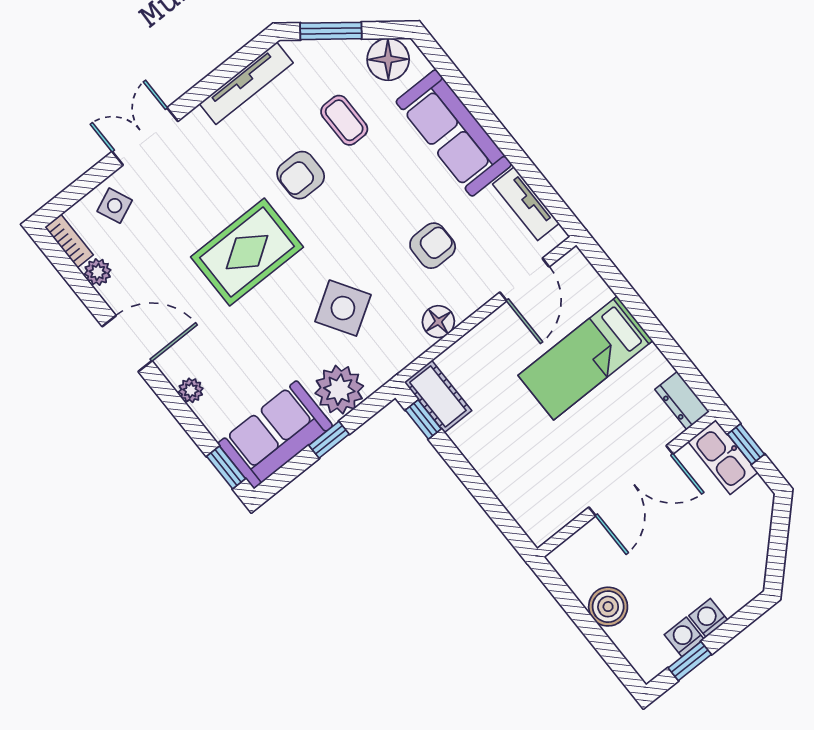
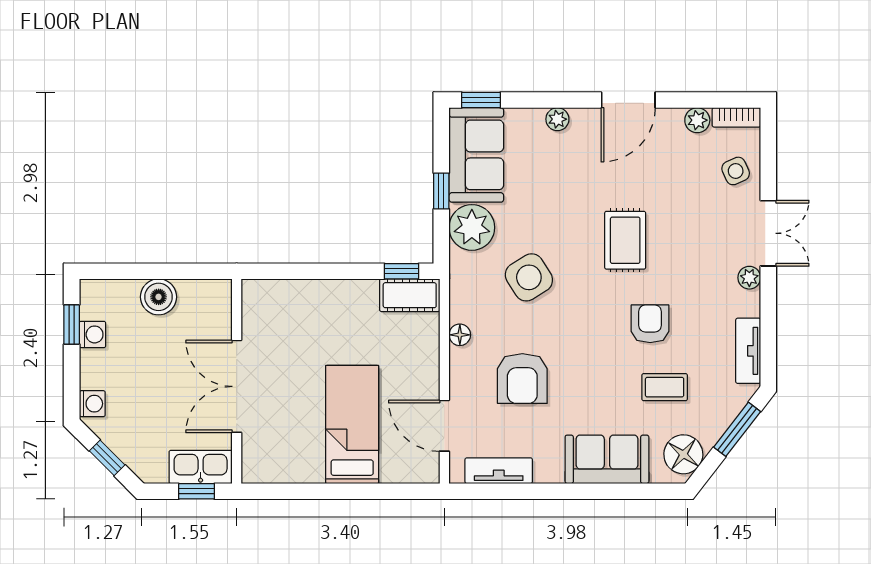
tv unit: (246, 83) -> (748, 351), width x0.71
plant: (195, 123) -> (749, 278), added
sofa: (454, 133) -> (607, 459), width x0.73
armchair: (433, 246) -> (522, 379), width x1.38, depth x1.38
rug: (247, 252) -> (625, 240), width x0.73, depth x0.70
floor lamp: (438, 322) -> (460, 335), width x0.73, depth x0.73
dresser: (682, 401) -> (265, 470), removed
window: (778, 542) -> (107, 458), added
washing machine: (708, 618) -> (92, 404), moved

